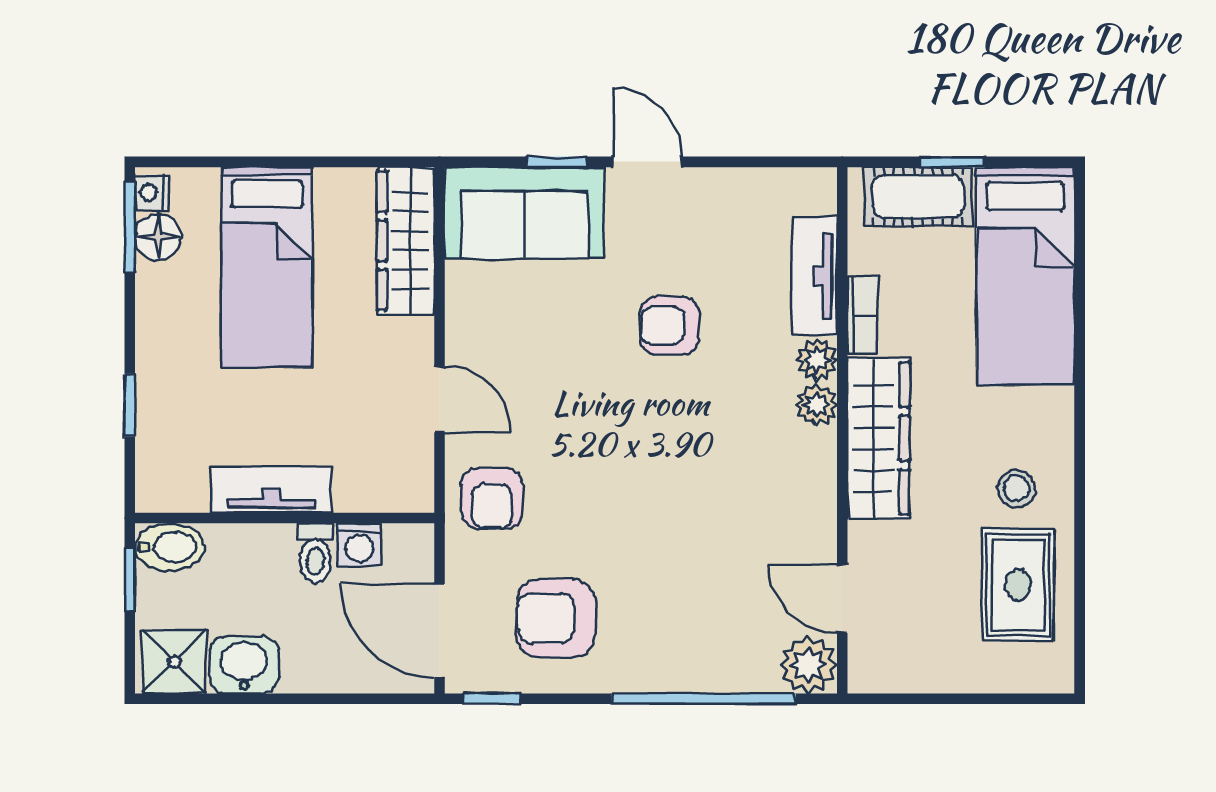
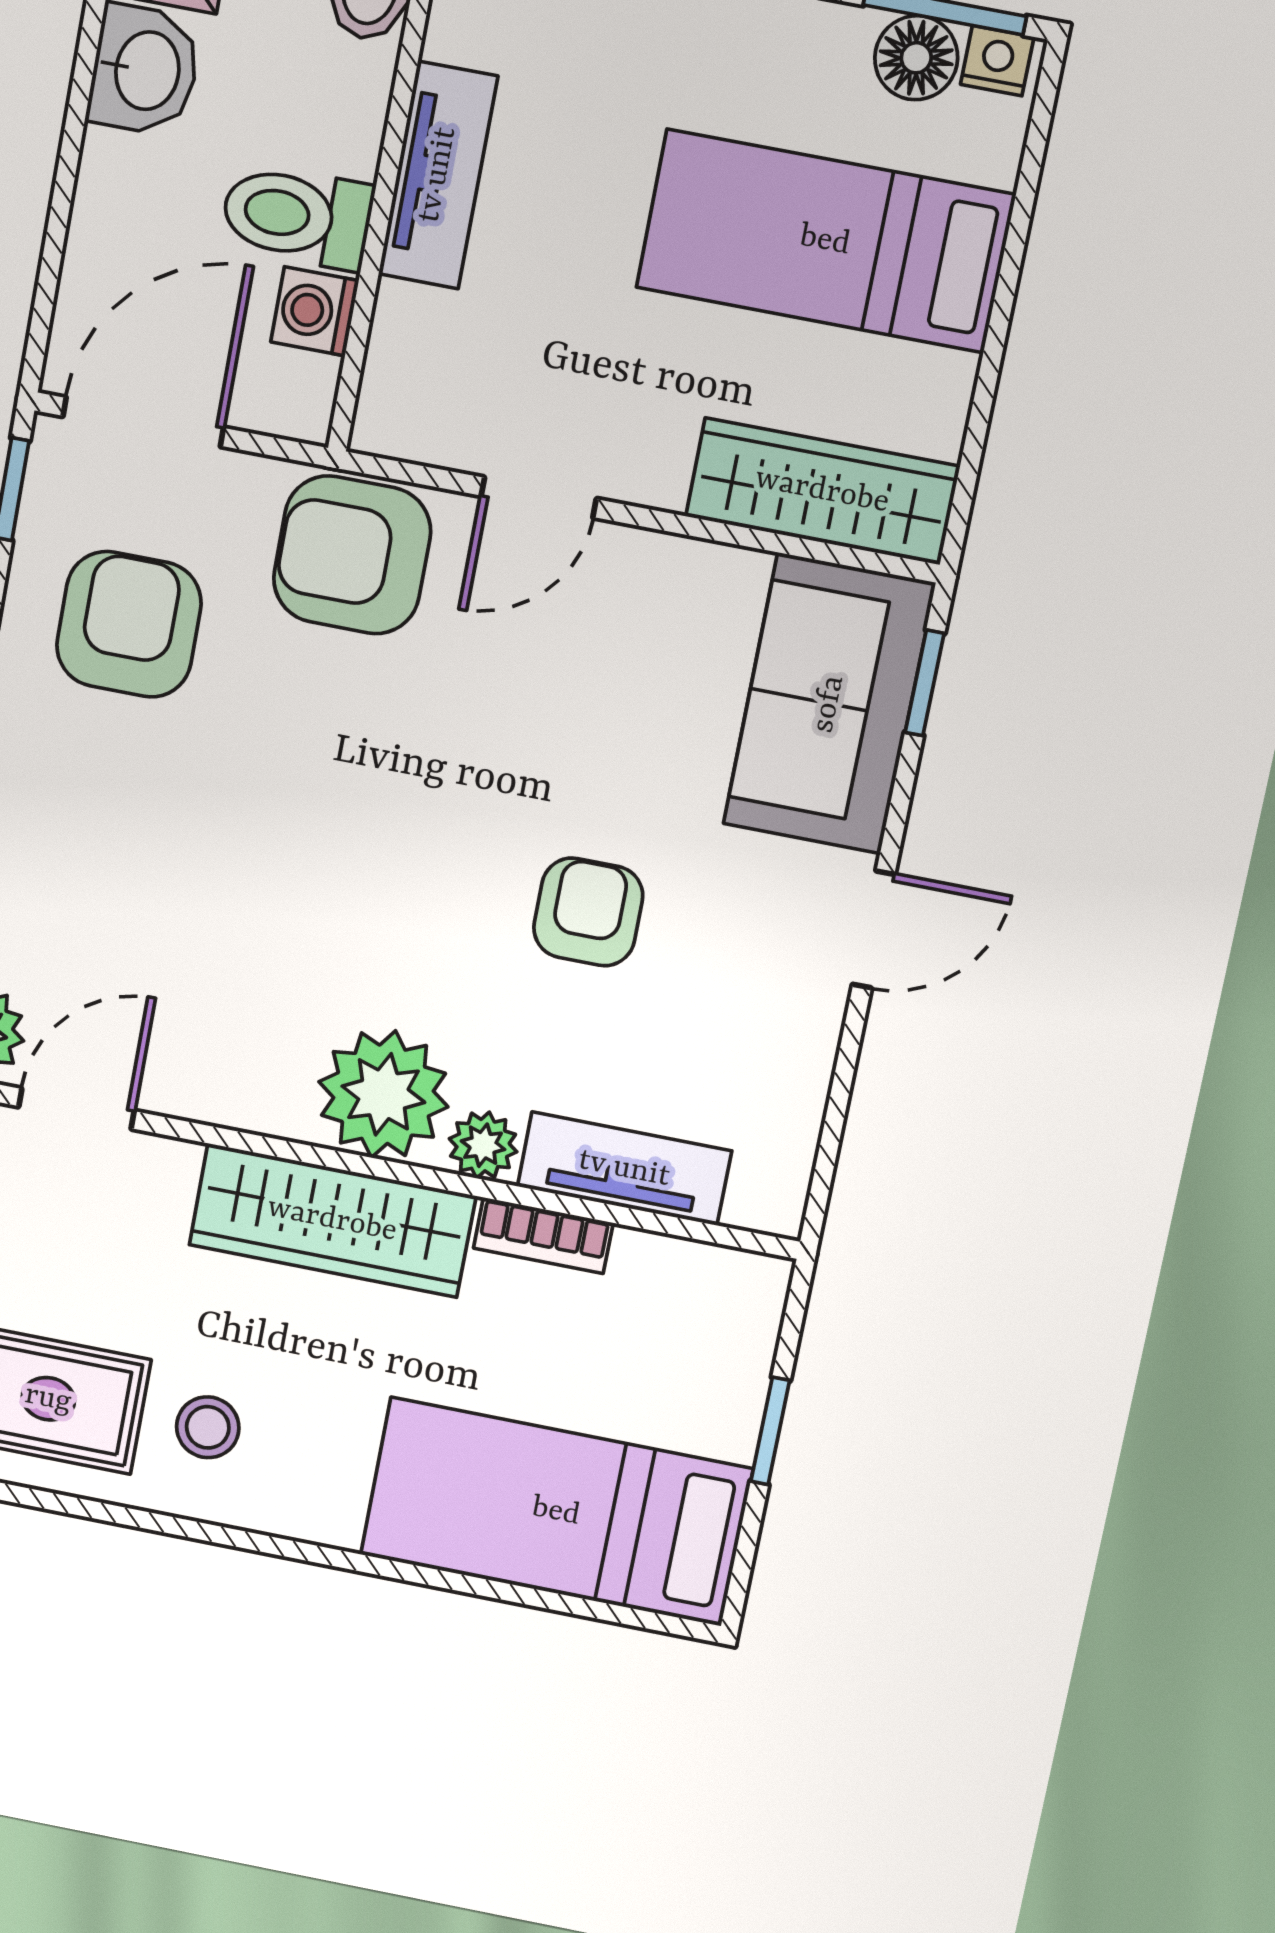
window: (557, 162) -> (925, 683), moved
cot: (918, 197) -> (724, 1364), removed
plant: (816, 405) -> (383, 1094), width x1.88, depth x1.88
armchair: (492, 498) -> (352, 555), width x1.38, depth x1.38
toilet: (315, 553) -> (297, 216), width x1.37, depth x1.39

